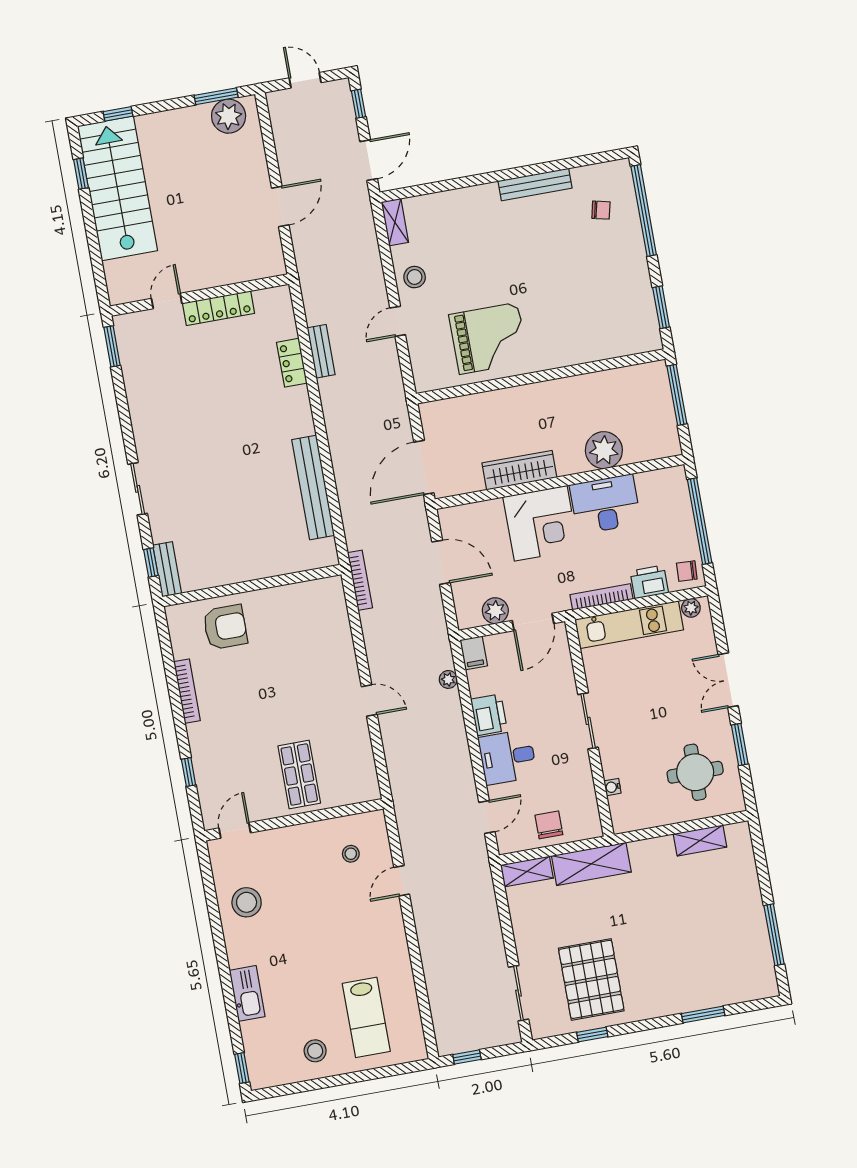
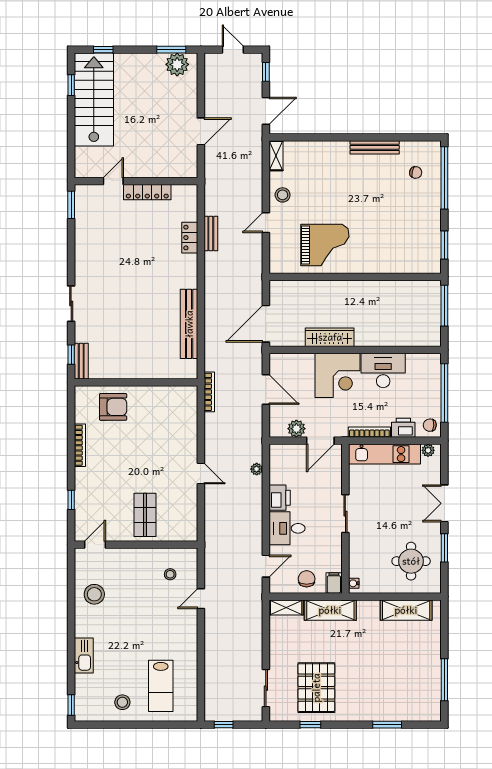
plant: (604, 450) -> (389, 334), removed
filing cabinet: (474, 653) -> (334, 583), moved, turned 180
water cooler: (612, 787) -> (354, 583), moved
shelving: (700, 840) -> (406, 610), width x1.50, depth x1.33

